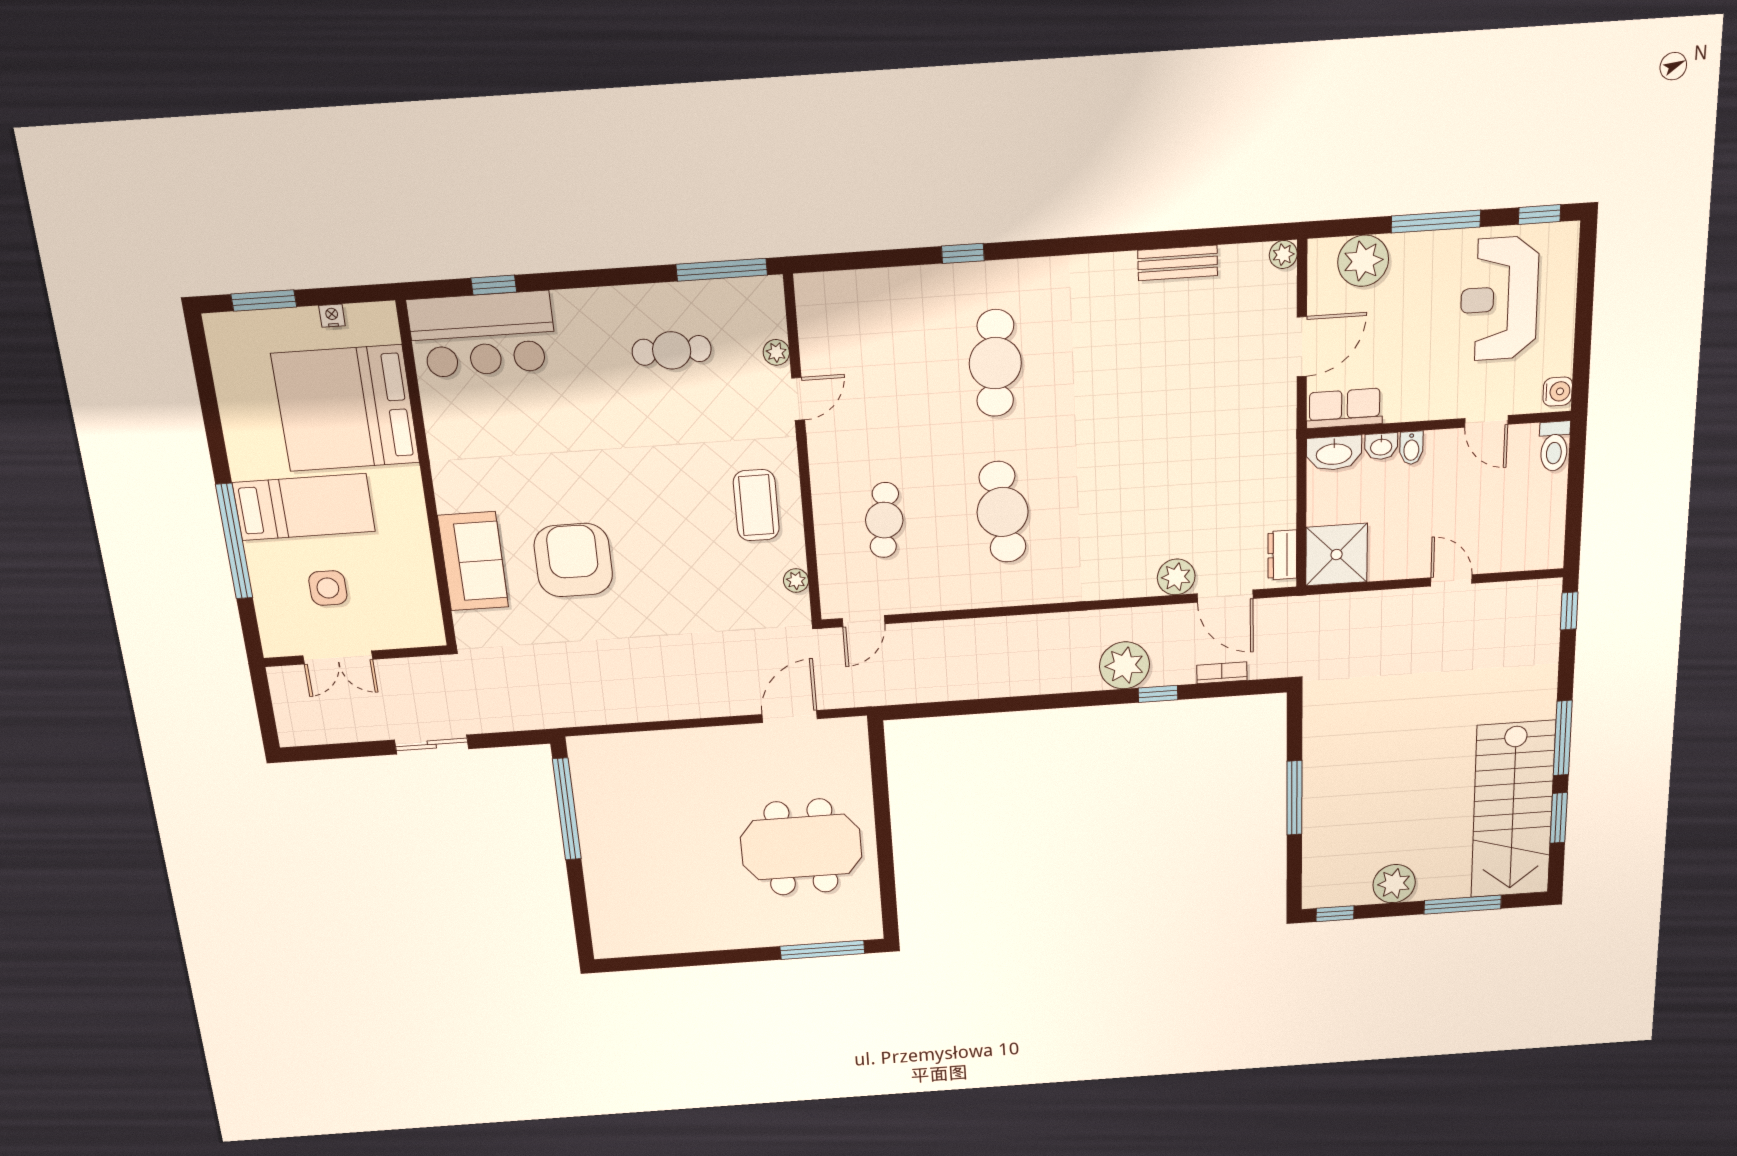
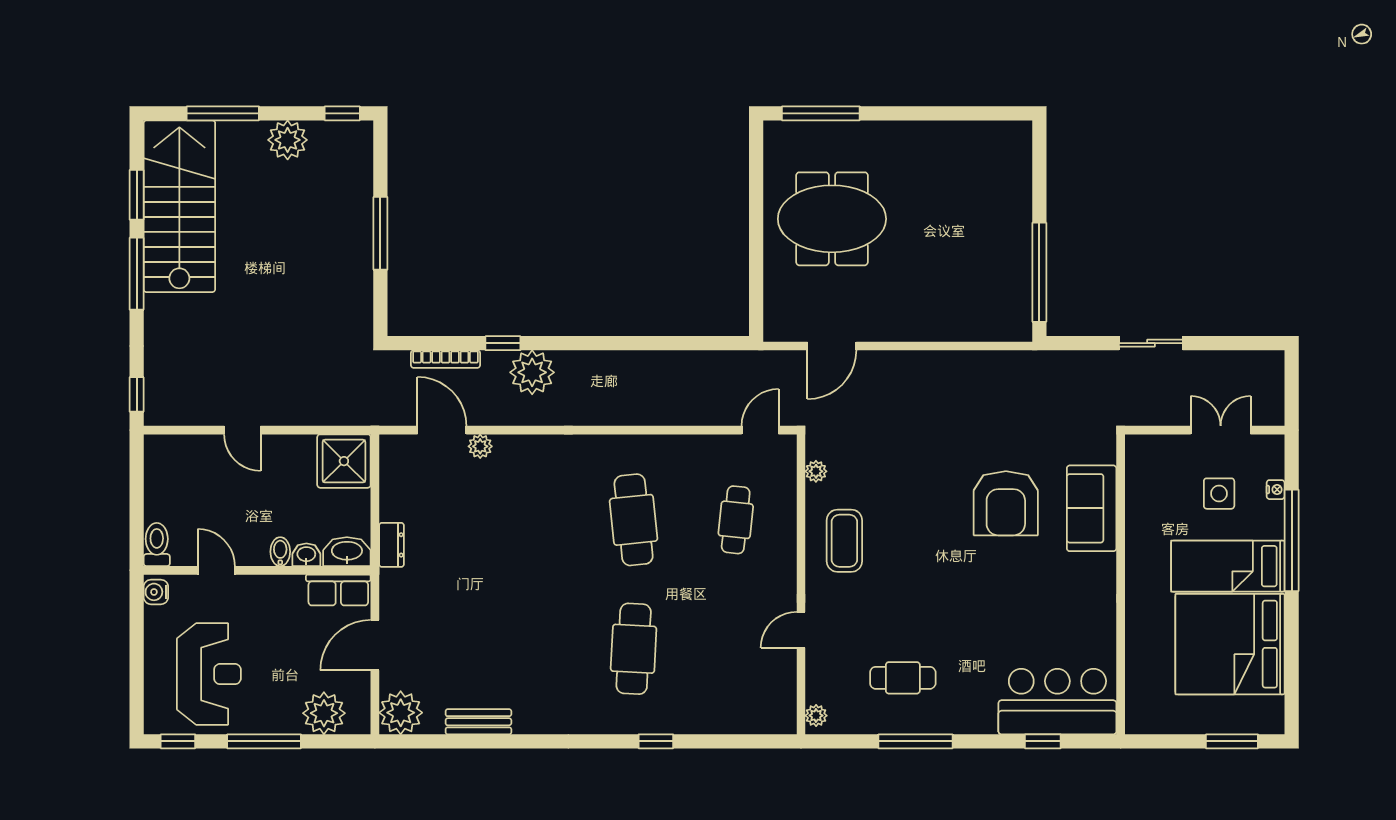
plant: (1283, 255) -> (401, 713), width x1.87, depth x1.87
window: (722, 270) -> (916, 741), moved
nightstand: (332, 316) -> (1276, 490), moved, turned -90
plant: (776, 352) -> (816, 716), moved
bed: (346, 408) -> (1230, 644), moved, turned 180
dresser: (1282, 555) -> (392, 545), moved
plant: (1176, 577) -> (480, 446), width x0.73, depth x0.73
bookcase: (1222, 673) -> (446, 359), width x1.56

